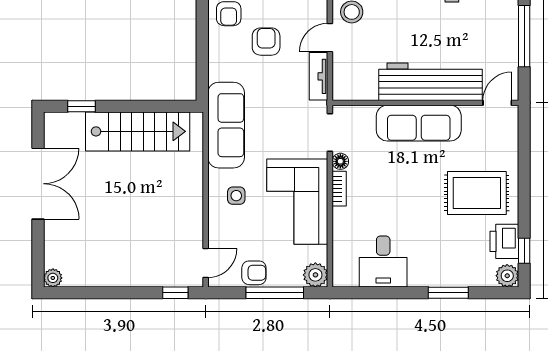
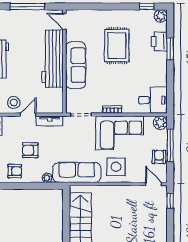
door: (330, 38) -> (28, 115), swing flipped
plant: (216, 72) -> (47, 178), added
floor lamp: (340, 161) -> (97, 109), removed
rug: (477, 193) -> (117, 46), moved
side table: (236, 196) -> (116, 167), width x1.87, depth x1.87
printer: (504, 241) -> (159, 41), moved, turned 90
desk: (383, 262) -> (153, 100), moved

